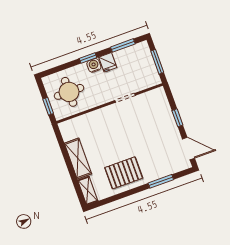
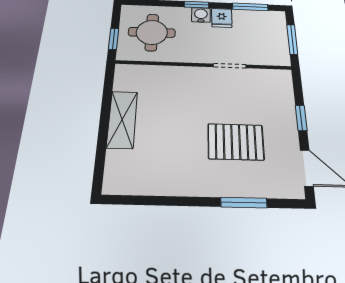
pallet: (124, 173) -> (236, 142), moved
shelving: (88, 191) -> (114, 172), removed

